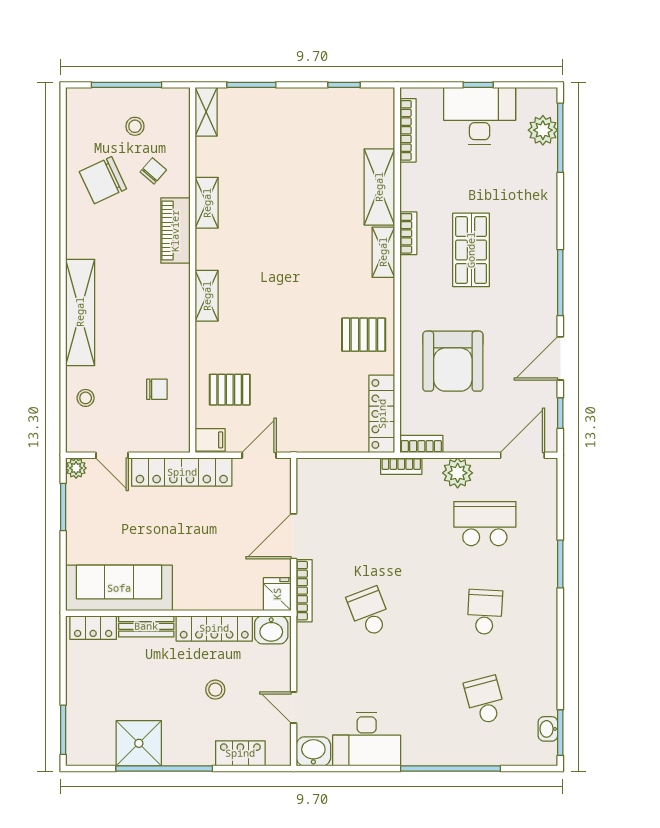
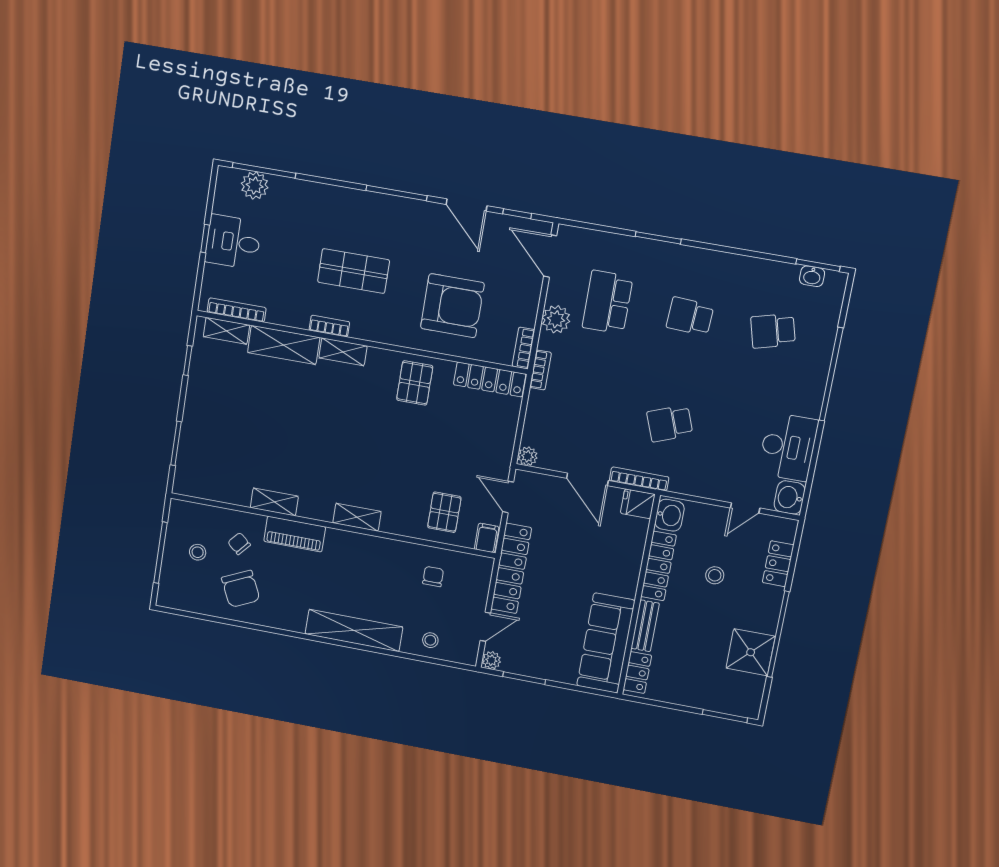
shelving: (206, 112) -> (226, 331), moved
desk: (480, 116) -> (233, 242), width x0.73
plant: (307, 468) -> (528, 456), added

